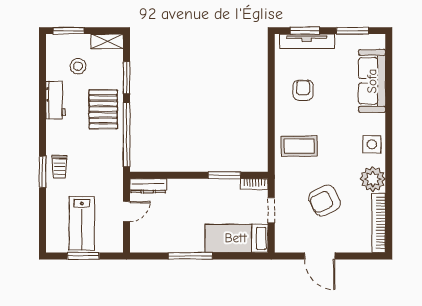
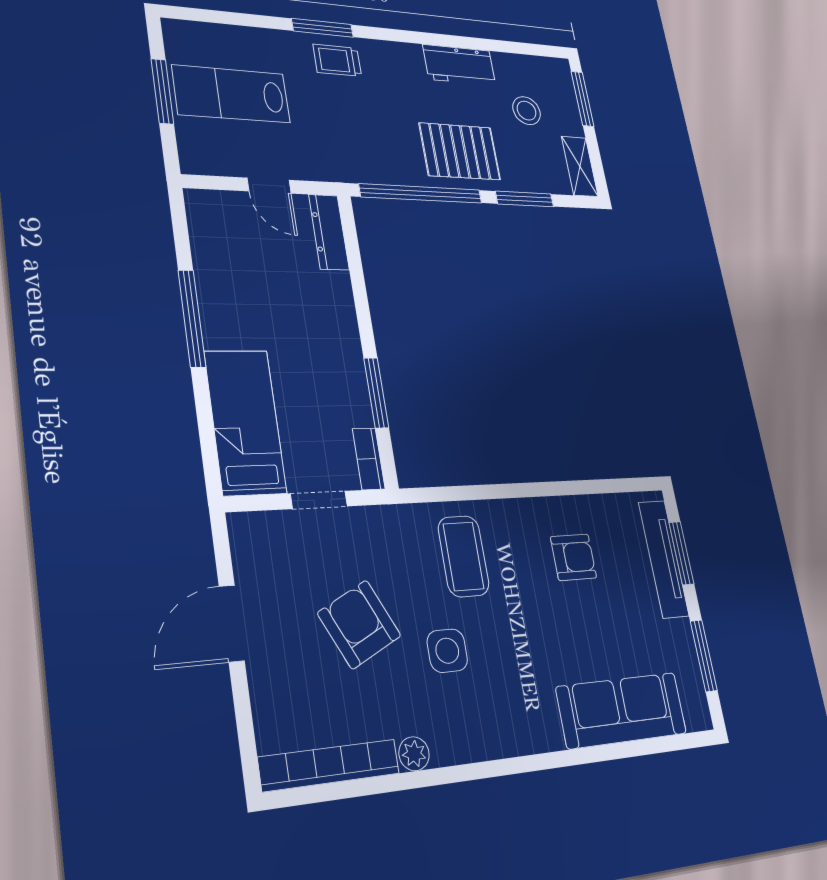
side table: (372, 144) -> (447, 651), moved
plant: (373, 179) -> (414, 754), width x0.53, depth x0.53

